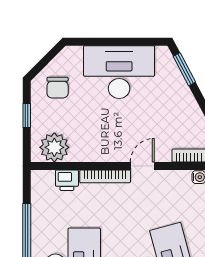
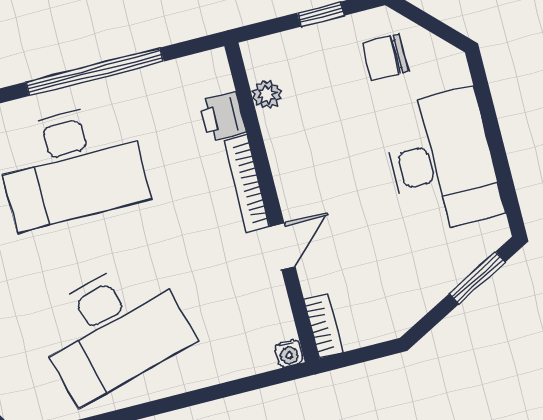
plant: (54, 147) -> (267, 94), width x0.53, depth x0.53
door: (142, 166) -> (283, 246), hinge flipped

